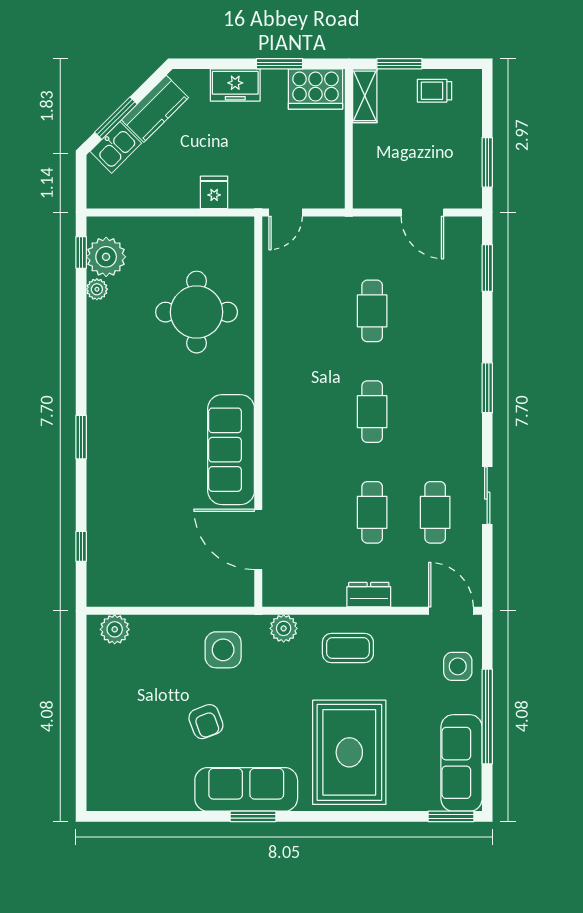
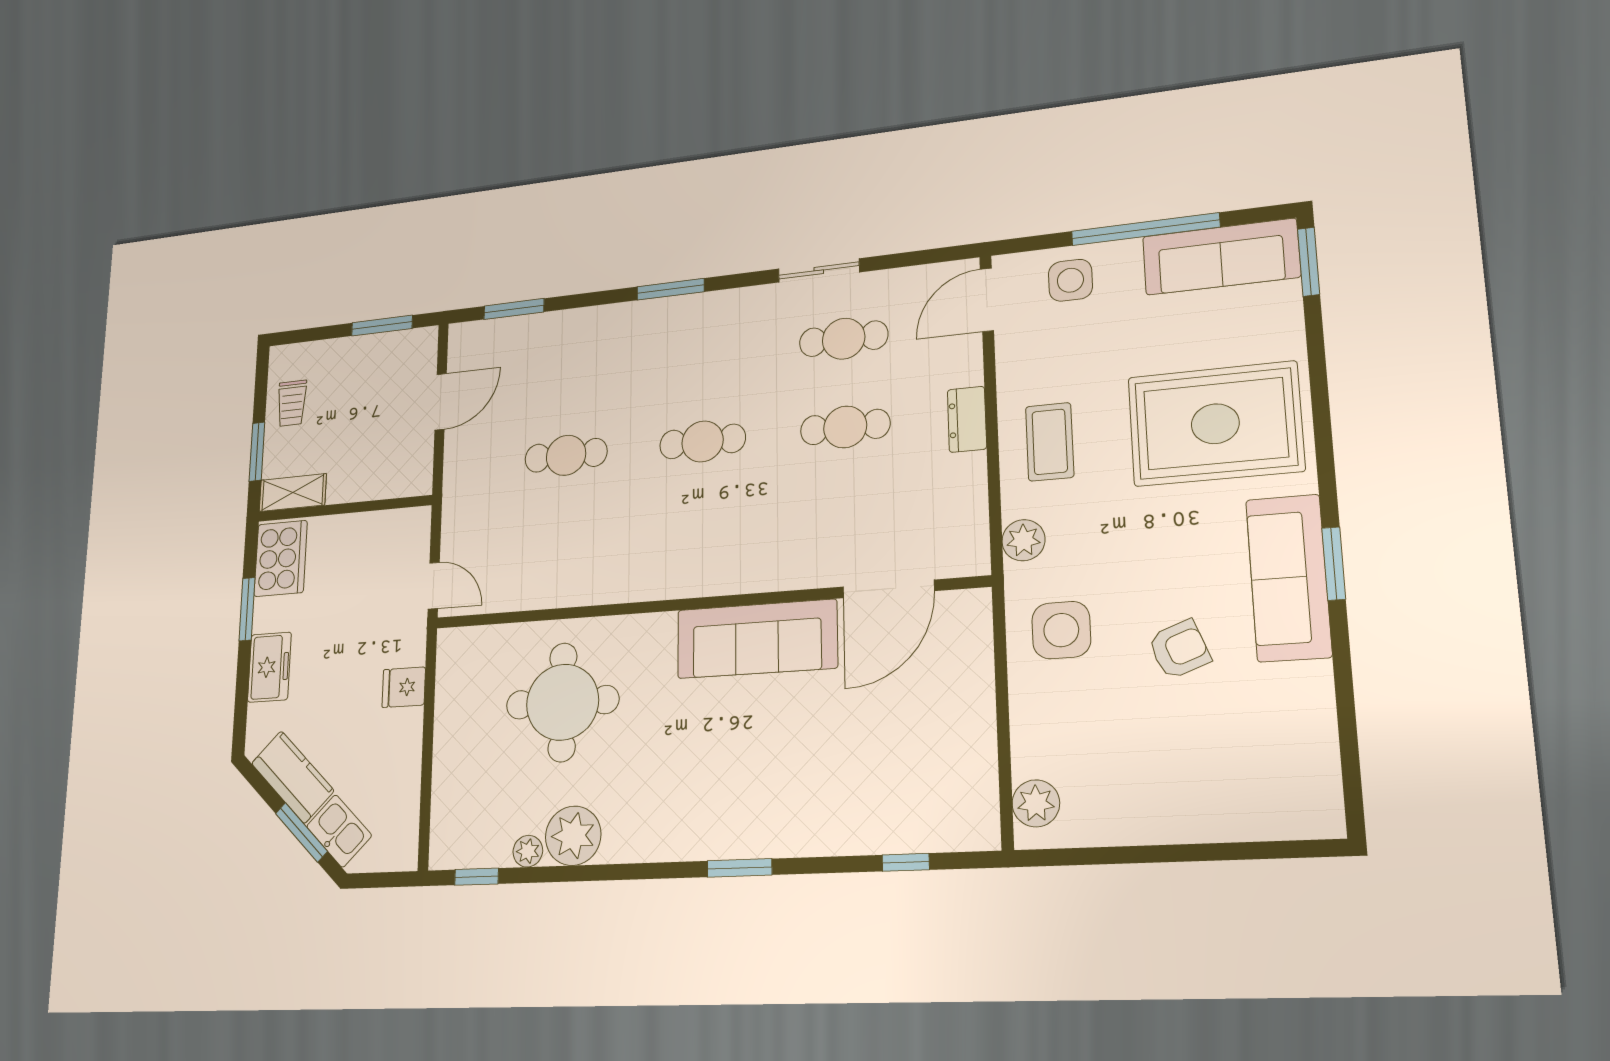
plant: (106, 257) -> (573, 836), moved

